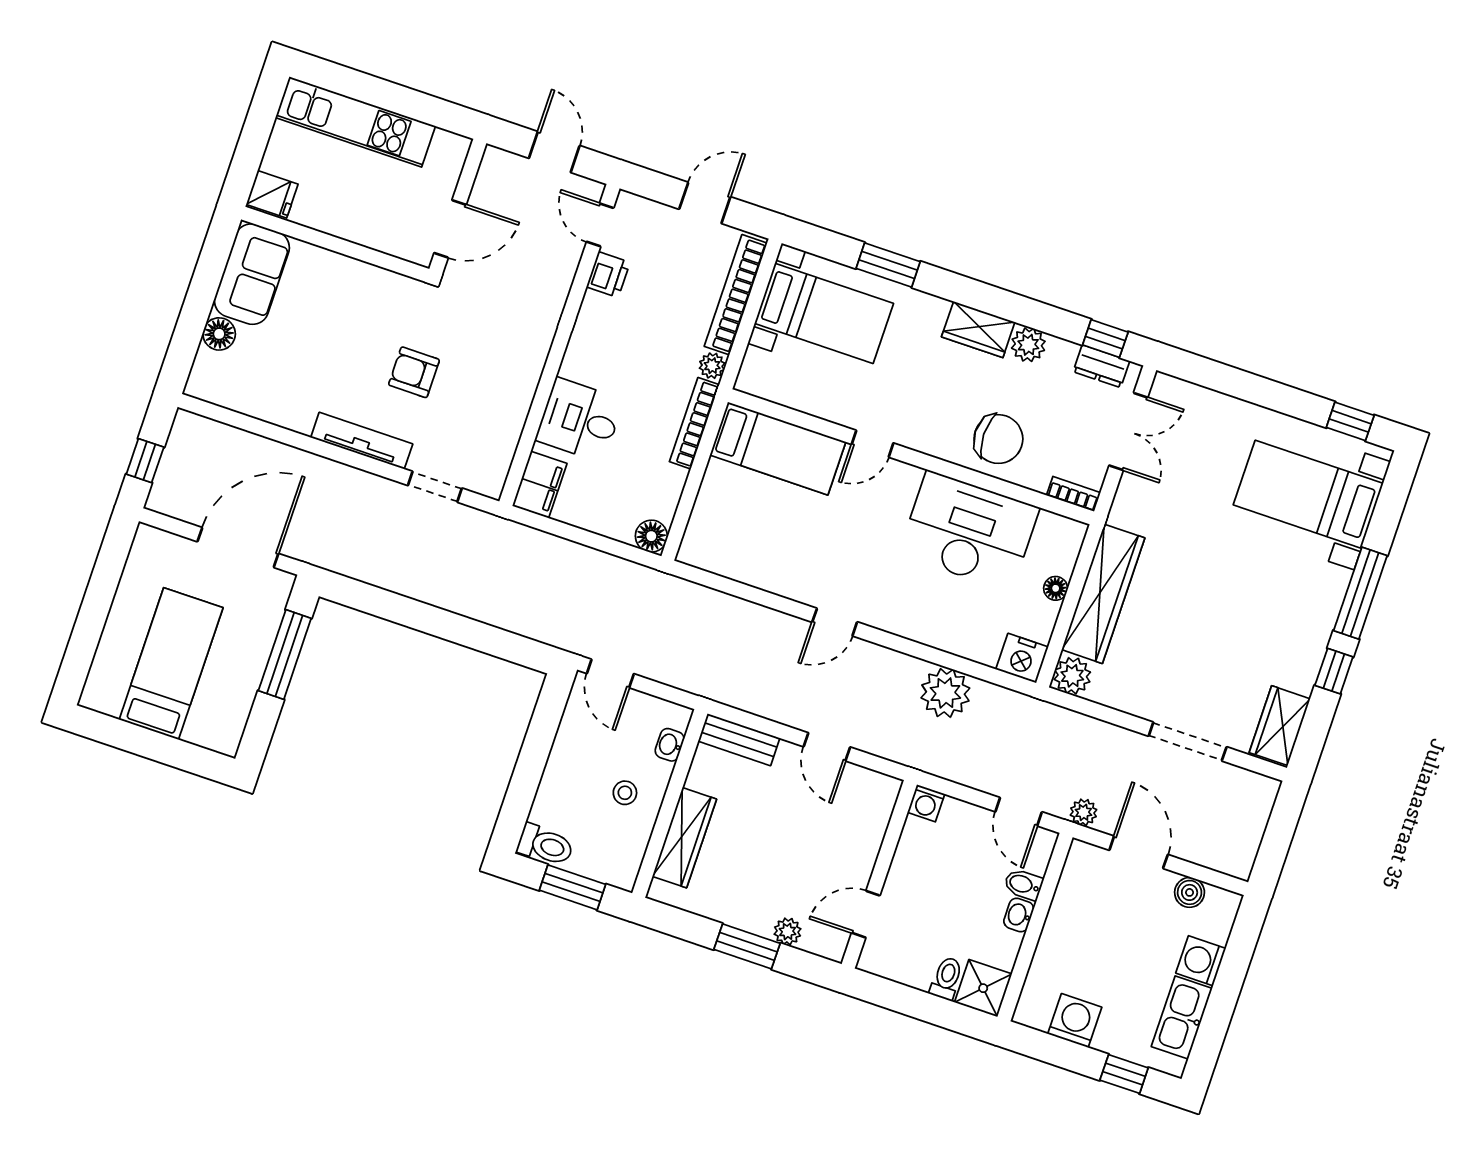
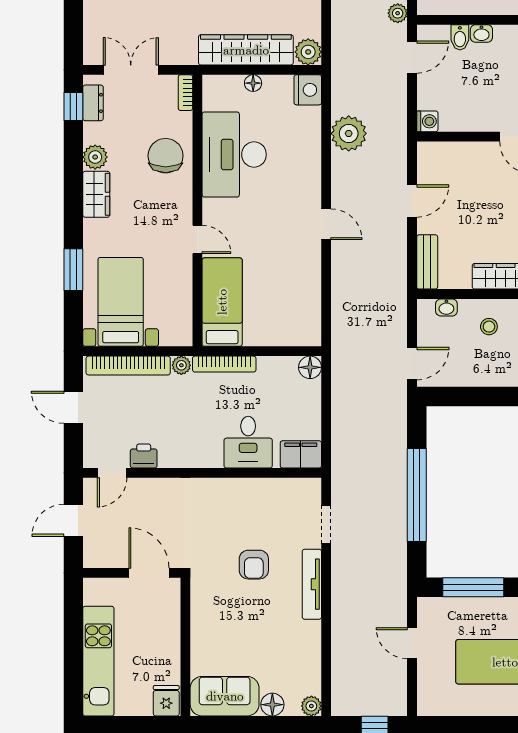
plant: (200, 385) -> (311, 706), added
door: (238, 548) -> (412, 643), width x0.53
window: (433, 621) -> (417, 495), added

